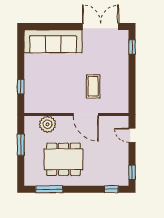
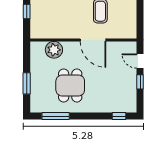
window: (21, 145) -> (27, 83), moved
dining table: (64, 159) -> (70, 85), width x0.73
window: (132, 172) -> (140, 82), moved

